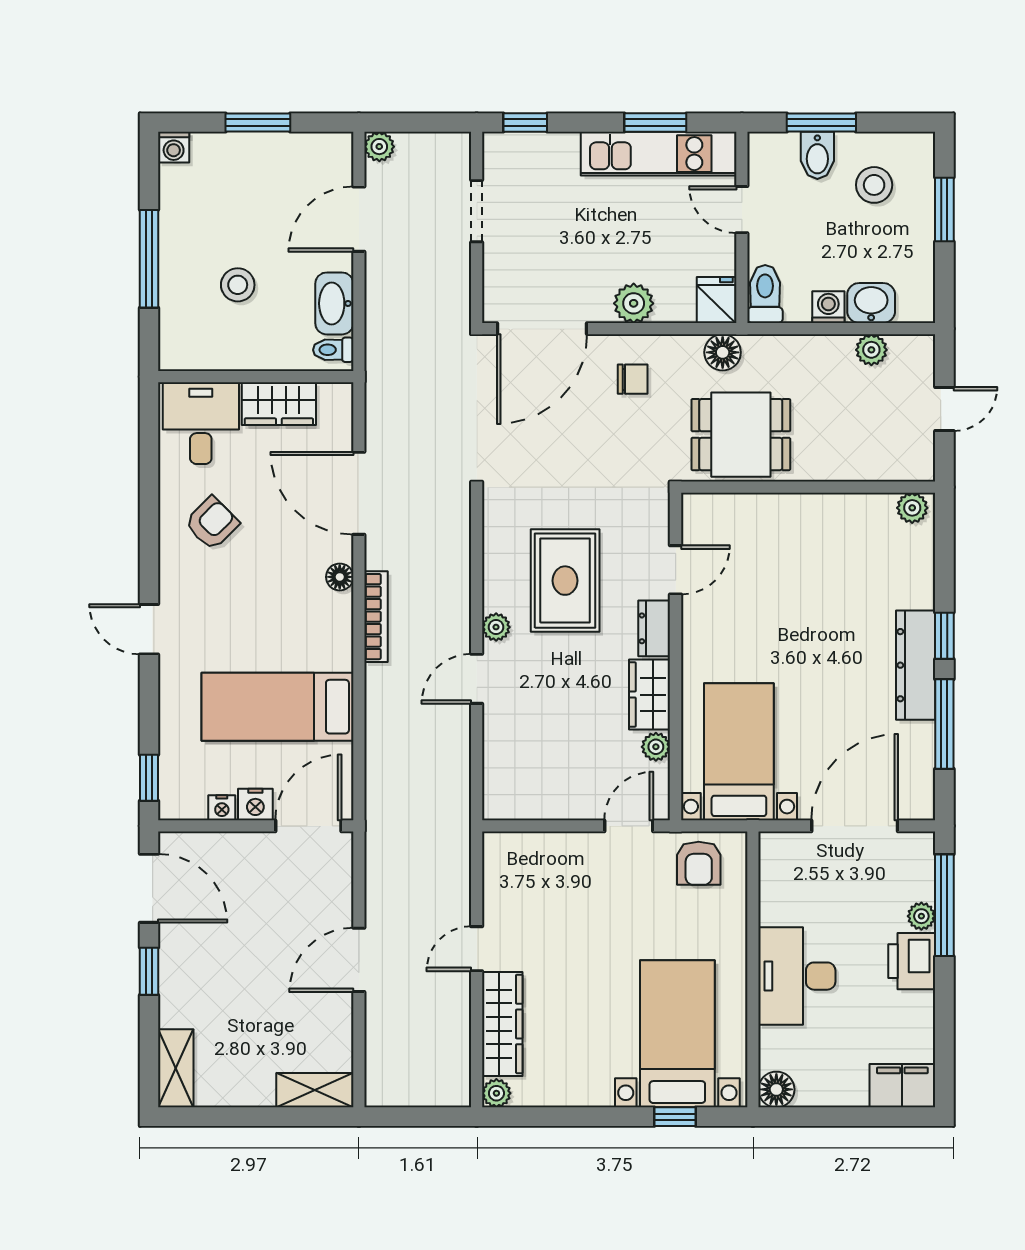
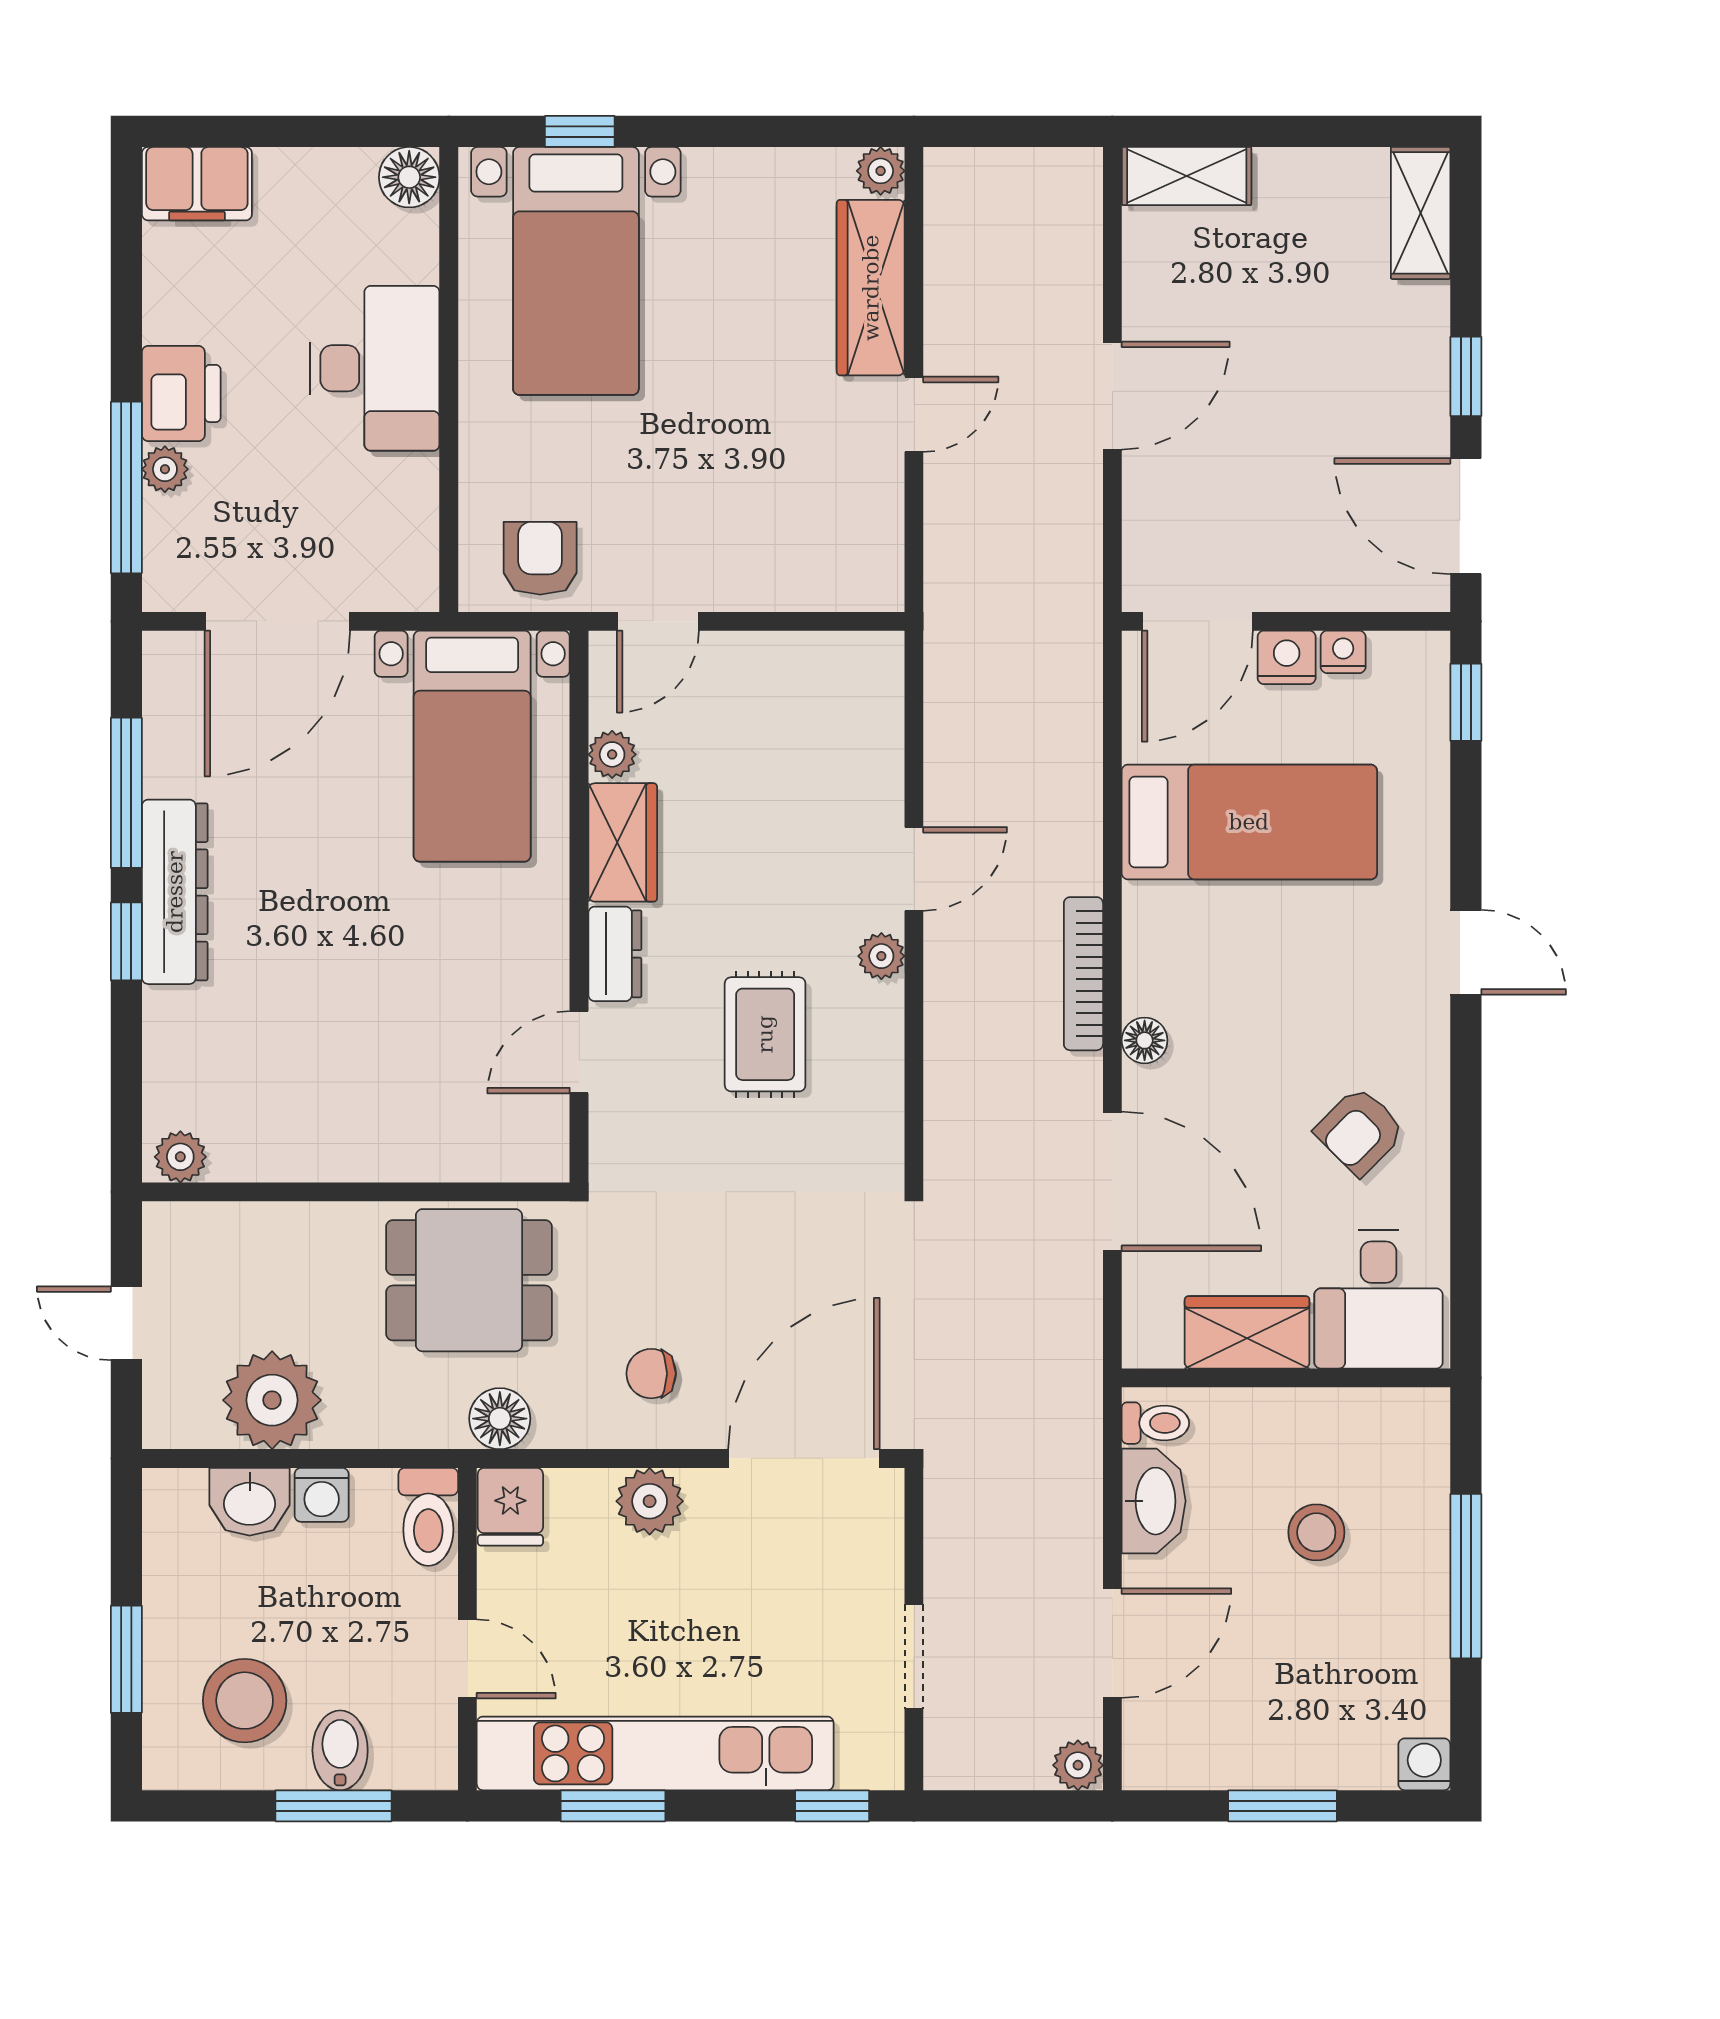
kitchen unit: (659, 154) -> (655, 1753), width x1.36
stool: (874, 185) -> (245, 1701), width x1.38, depth x1.38
plant: (871, 350) -> (272, 1400), width x1.88, depth x1.88
door: (944, 409) -> (126, 1323), hinge flipped
rug: (565, 581) -> (765, 1034), width x0.73, depth x0.70

